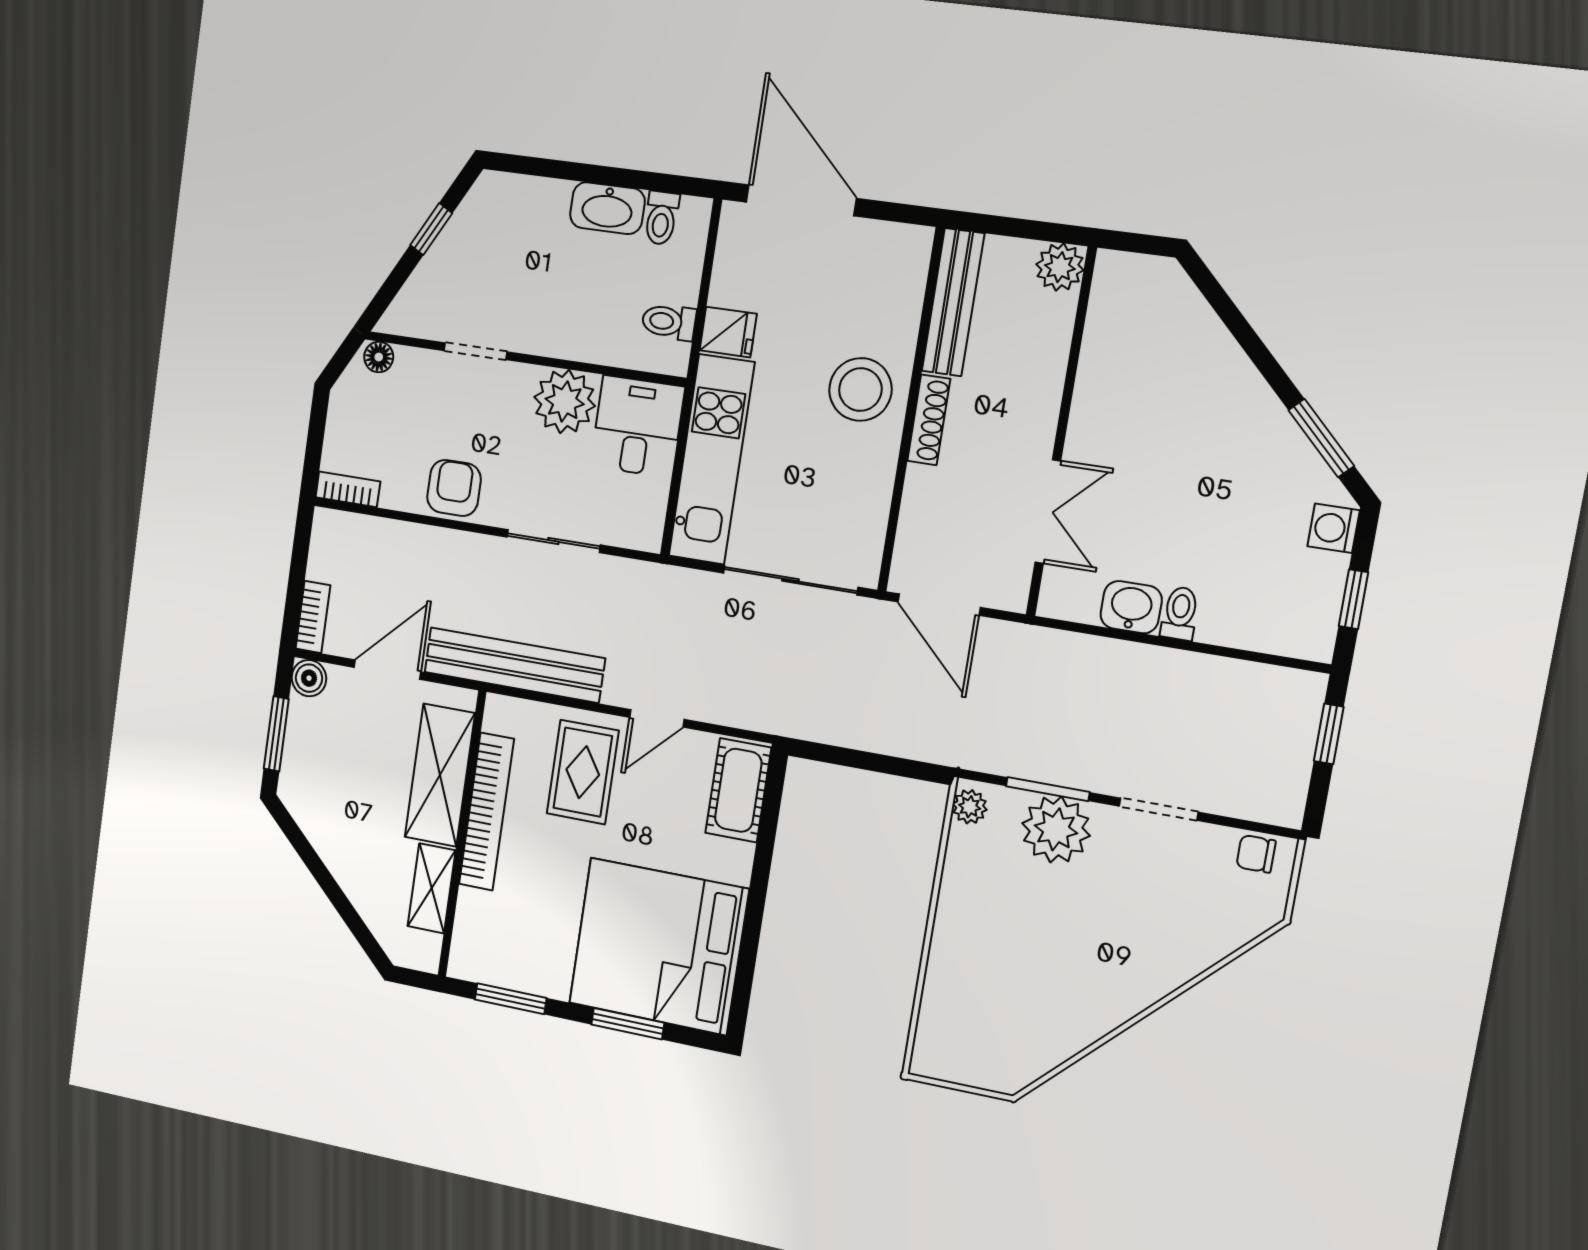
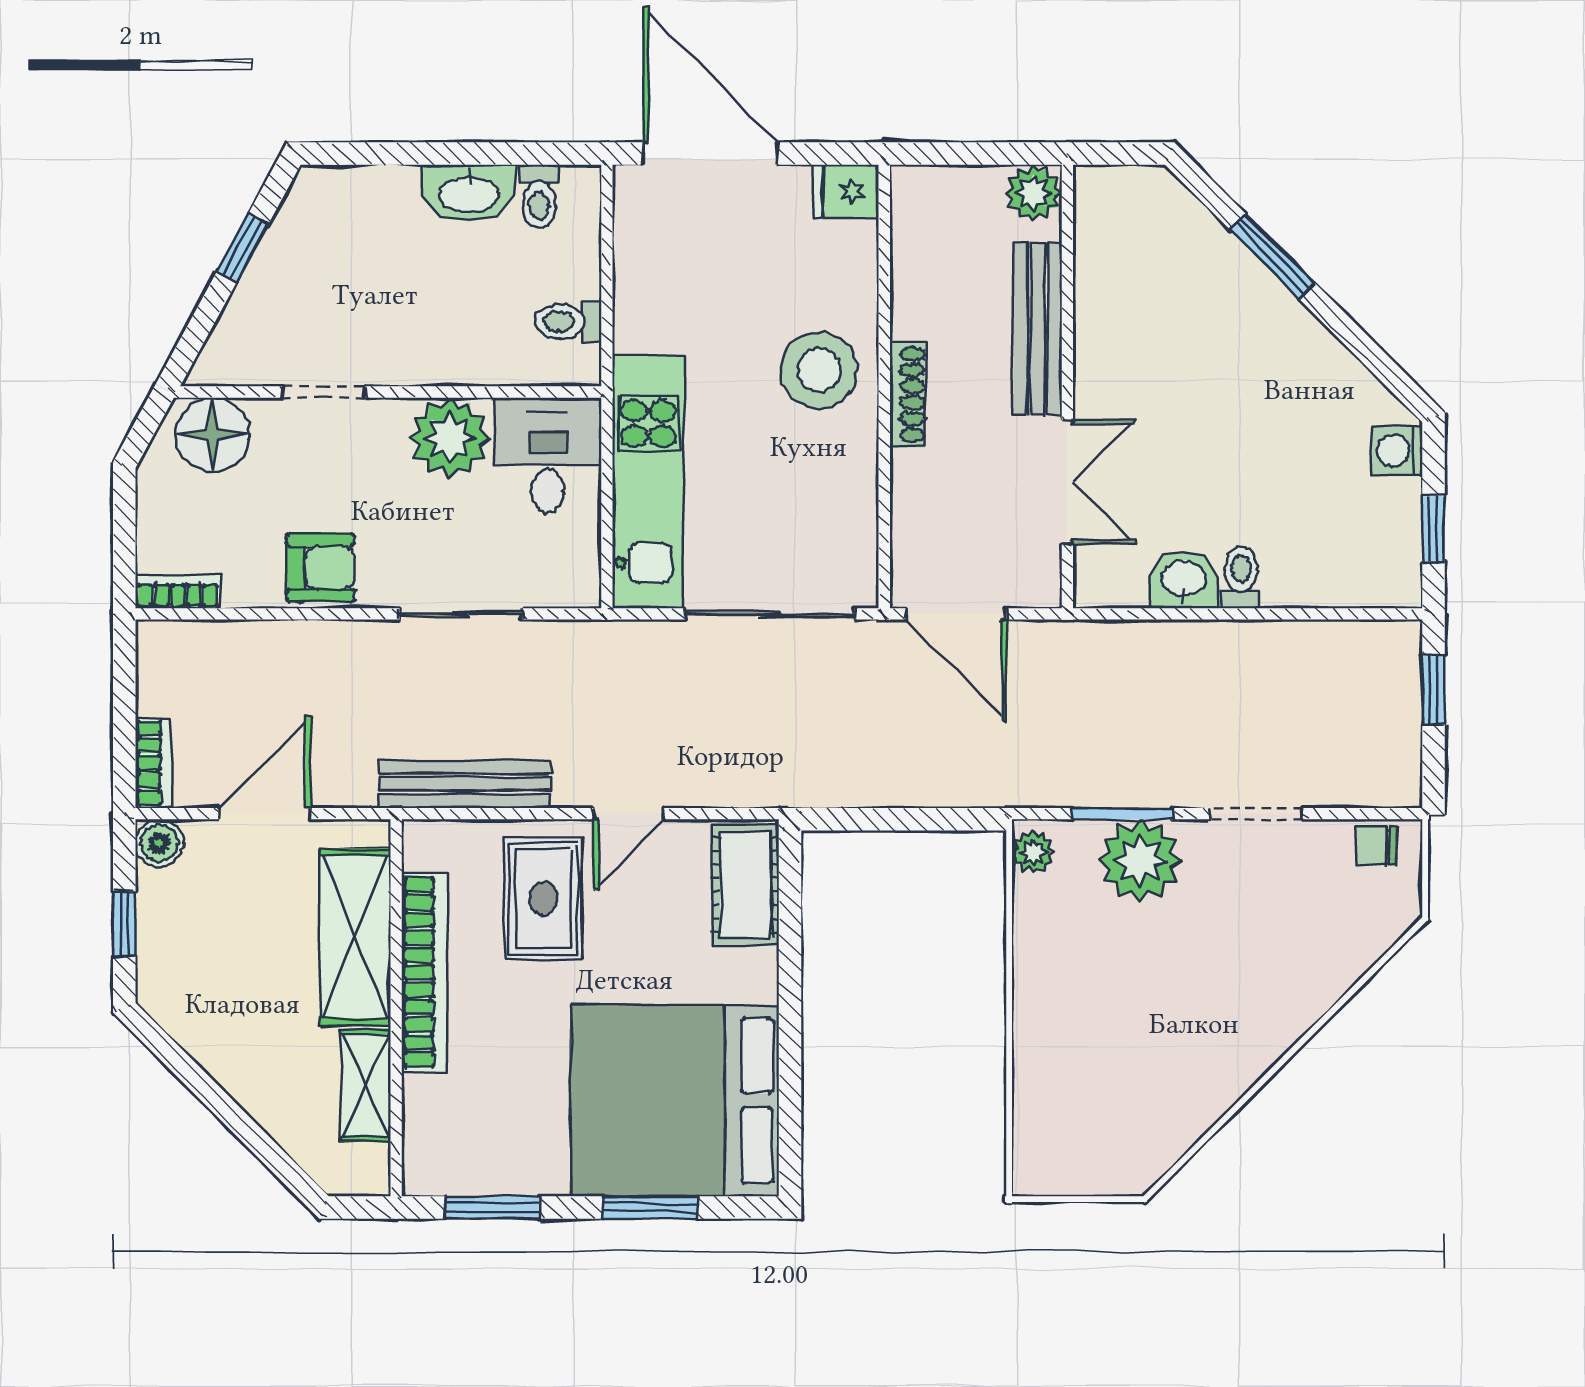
bench: (953, 302) -> (1038, 329), moved
fridge: (728, 332) -> (846, 192), moved, turned 180
floor lamp: (379, 357) -> (213, 435), width x1.89, depth x1.89
window: (1321, 438) -> (1272, 256), moved
armchair: (454, 488) -> (320, 568), turned 90
bench: (514, 665) -> (465, 784), width x0.73, depth x0.82
window: (276, 734) -> (124, 924), width x0.67

